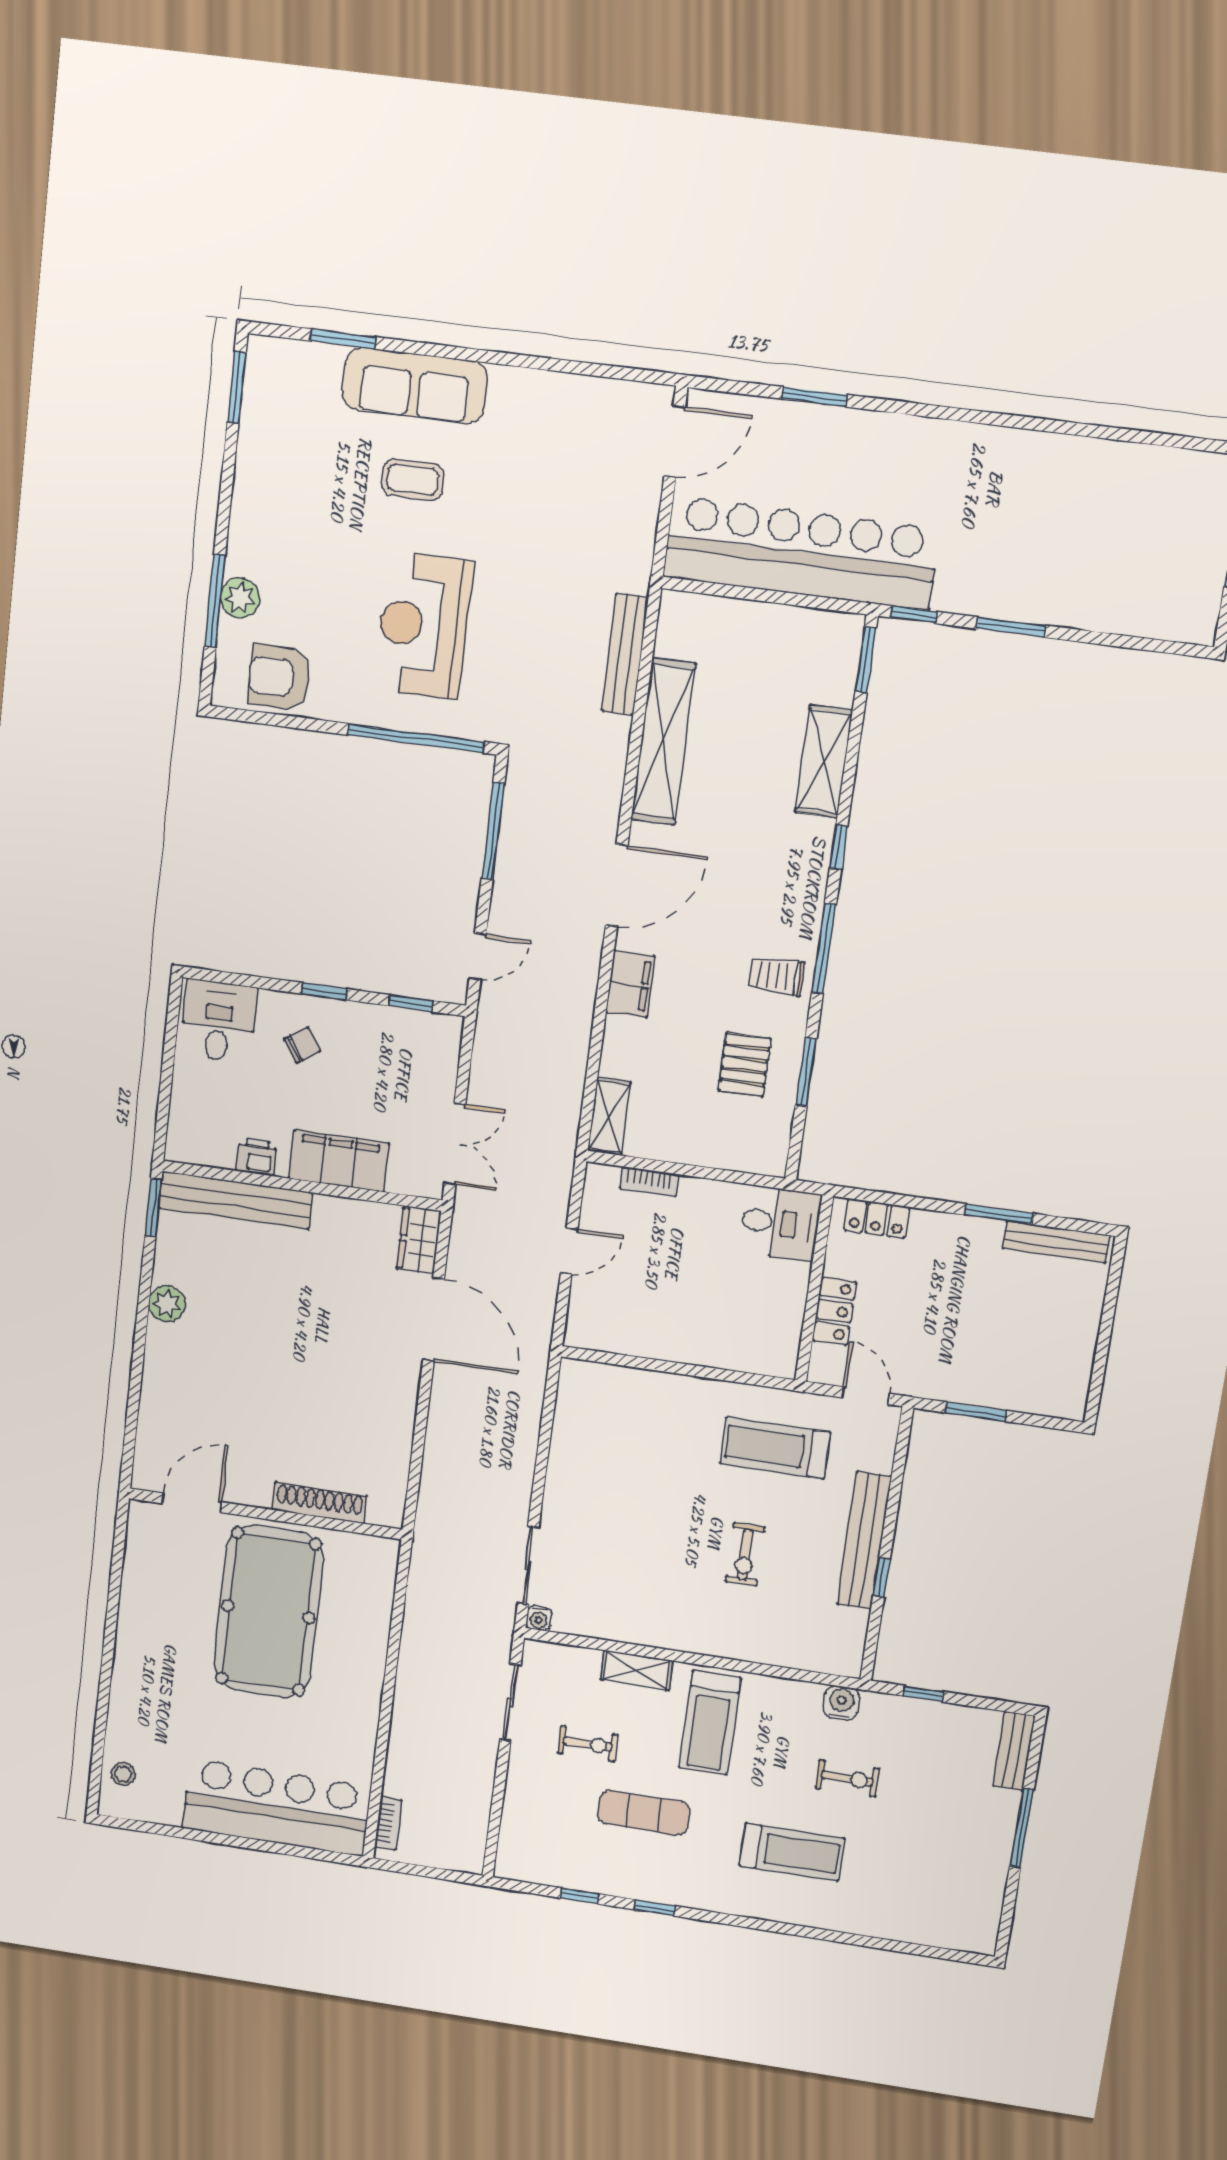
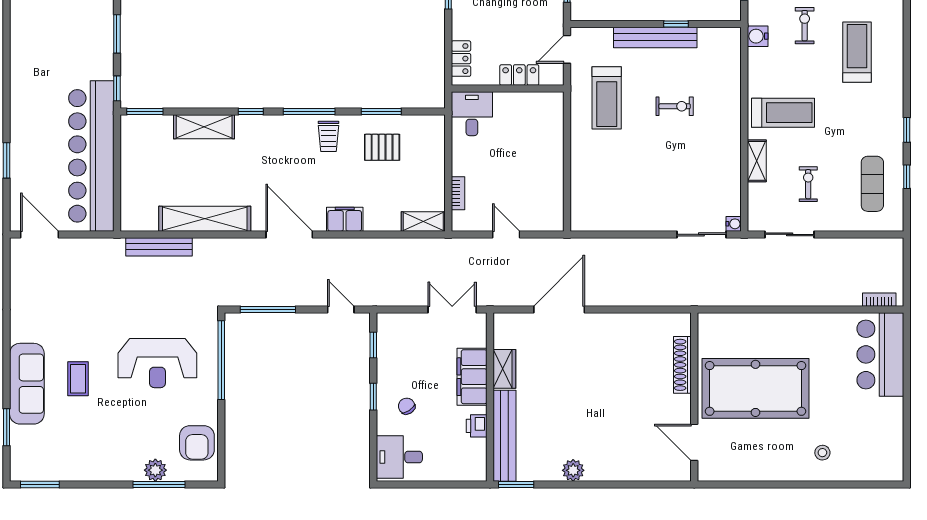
wardrobe: (419, 1240) -> (504, 369), moved, turned -90
stool: (123, 1774) -> (822, 453), moved
bar counter: (277, 1807) -> (880, 354), width x0.73
exercise mat: (644, 1813) -> (872, 184), moved

